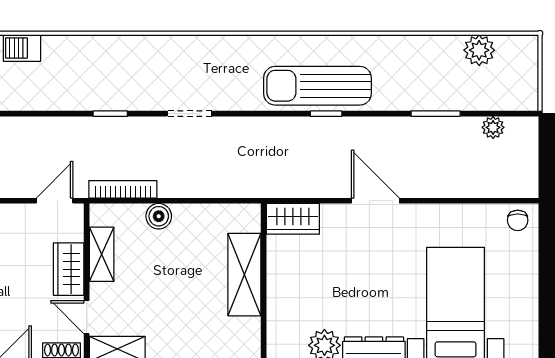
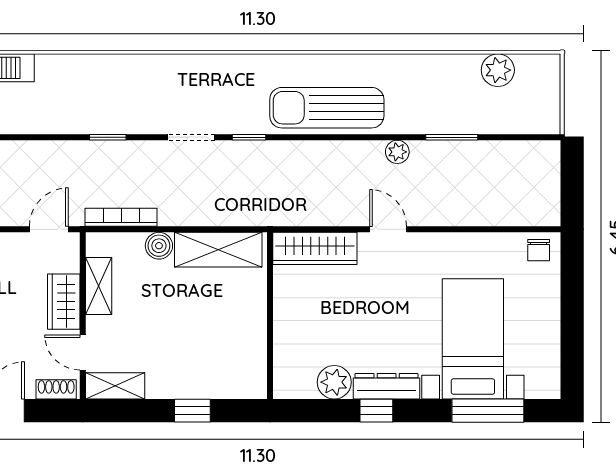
window: (326, 114) -> (249, 137), moved
plant: (493, 127) -> (397, 152), moved
door: (375, 201) -> (388, 229), width x0.73
wardrobe: (293, 219) -> (315, 248), width x1.50
shelving: (244, 275) -> (218, 250), moved, turned 90

